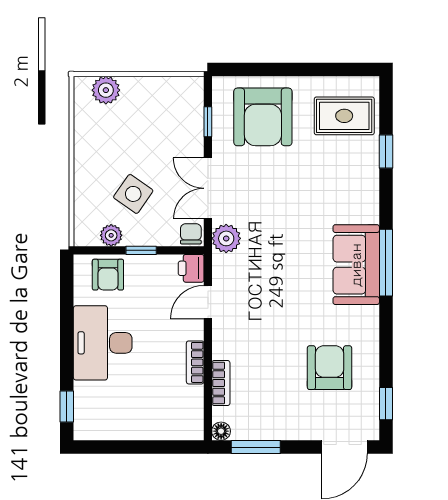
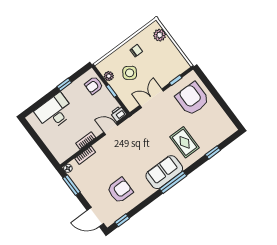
rug: (344, 116) -> (185, 142), moved
armchair: (263, 117) -> (192, 99), turned 90
chair: (191, 234) -> (136, 51), moved
plant: (226, 238) -> (139, 118), removed
desk: (103, 343) -> (55, 112), moved
window: (67, 406) -> (64, 85), moved

